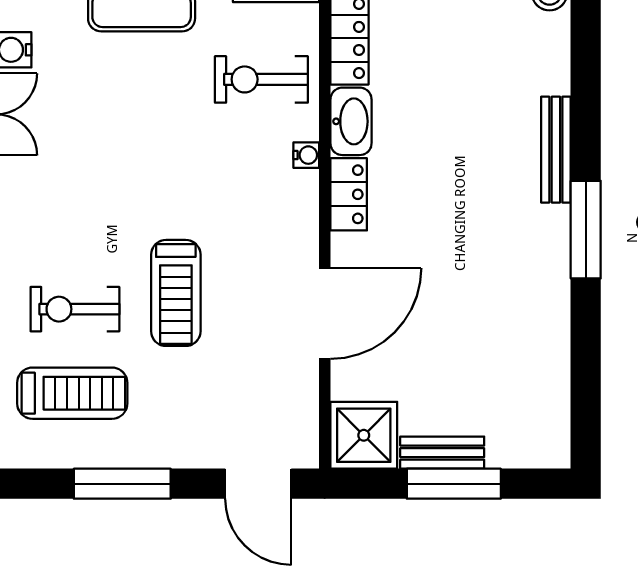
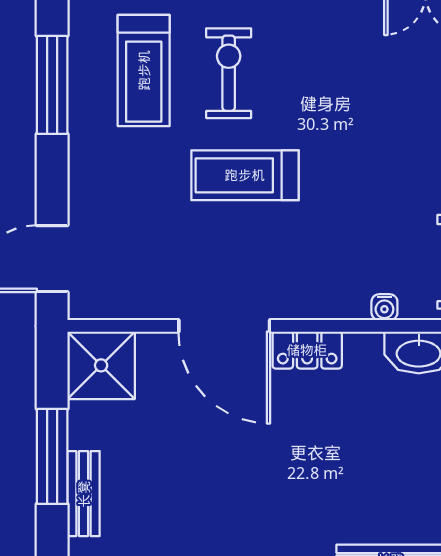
locker: (349, 194) -> (307, 350), moved
bench: (442, 453) -> (84, 494), moved
window: (122, 484) -> (52, 85), moved

